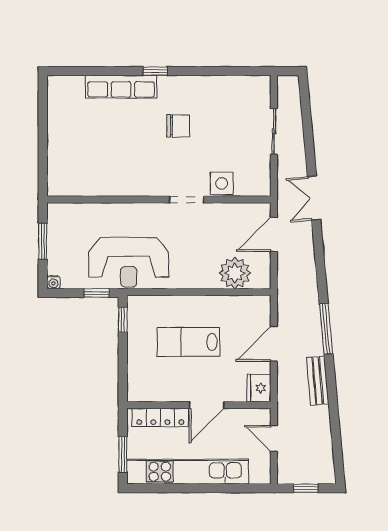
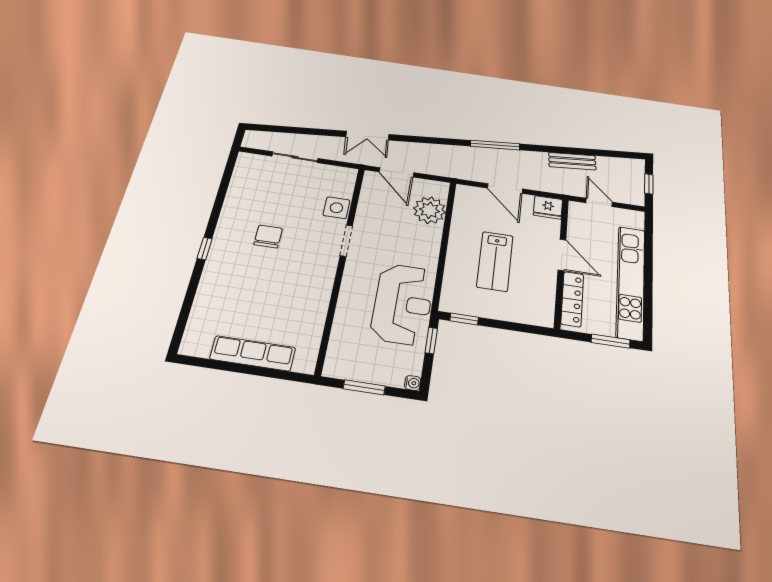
row of seats: (121, 87) -> (253, 353), moved, turned -90
bench: (318, 381) -> (572, 161), moved
door: (274, 439) -> (599, 202), swing flipped

